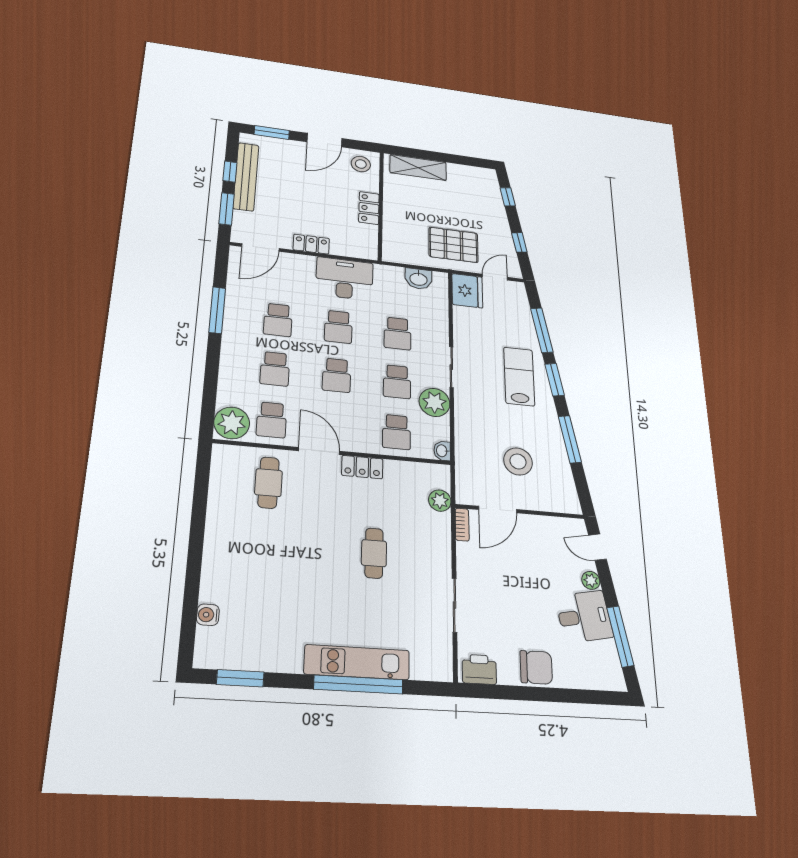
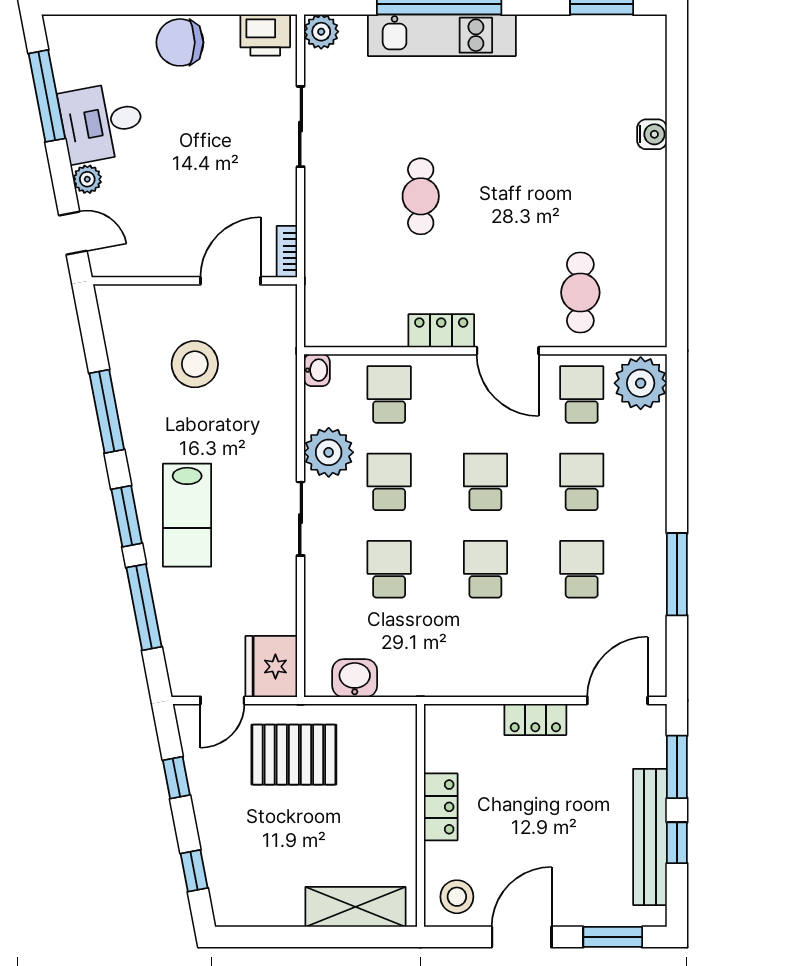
desk: (345, 279) -> (478, 661), removed
plant: (440, 501) -> (321, 32), moved
water cooler: (208, 615) -> (652, 134), moved

